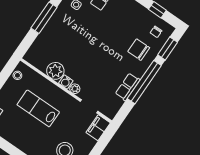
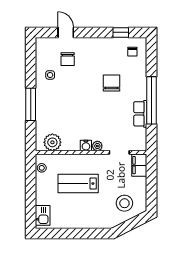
window: (168, 48) -> (152, 59), removed
chair: (139, 50) -> (112, 83), moved, turned 90
plant: (55, 71) -> (52, 142), moved

